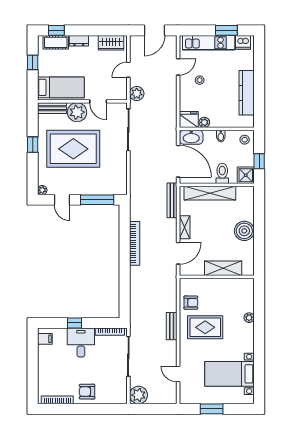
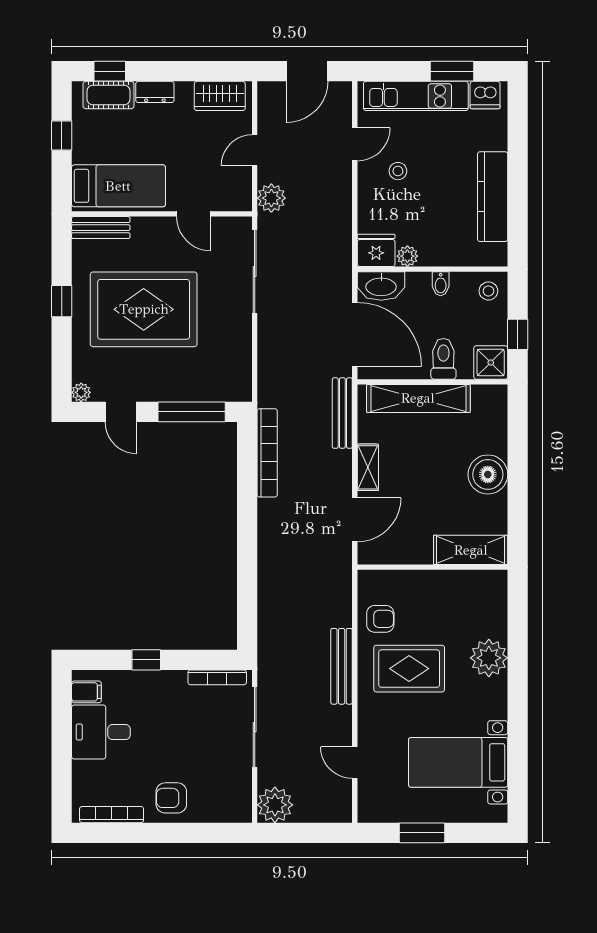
plant: (77, 112) -> (151, 236), removed
bookcase: (135, 243) -> (267, 453), moved
shelving: (223, 268) -> (471, 550), moved
plant: (249, 318) -> (489, 658), width x1.87, depth x1.87
bench: (172, 326) -> (342, 666), width x1.36
desk: (81, 342) -> (101, 732), moved, turned -90

